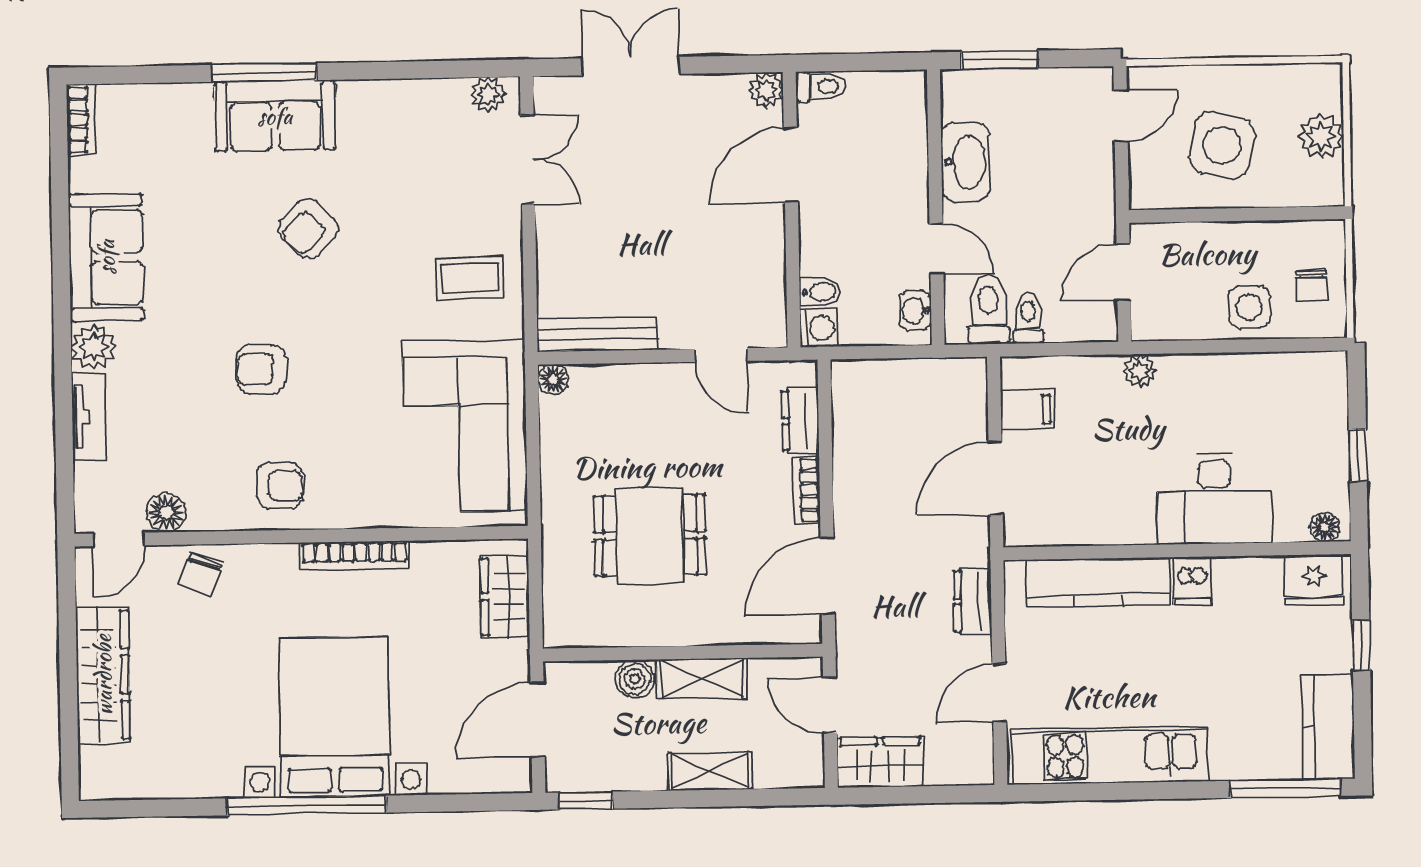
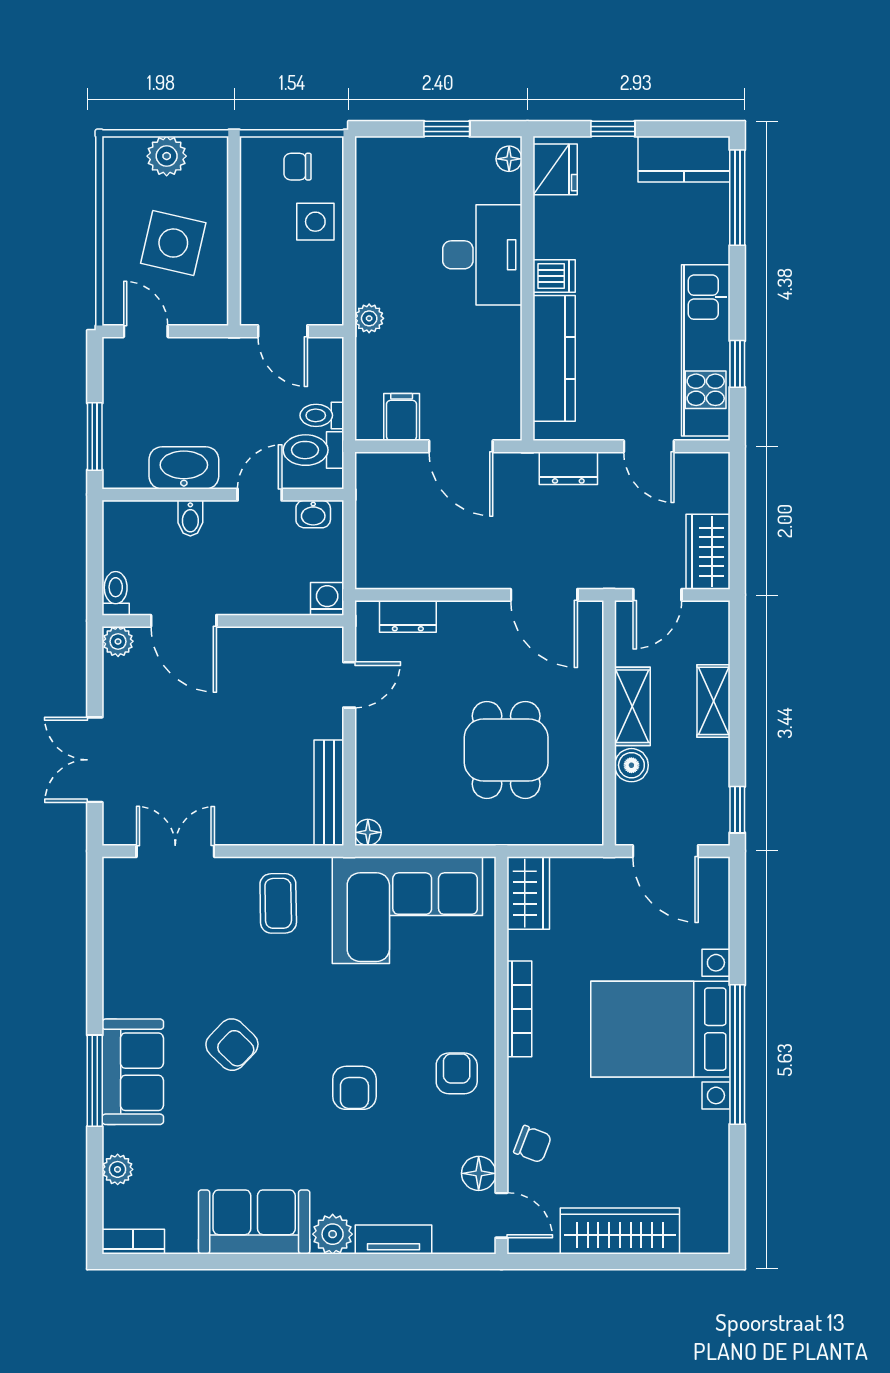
plant: (488, 95) -> (118, 1169), moved
chair: (1312, 286) -> (298, 167), turned 180
bidet: (820, 292) -> (190, 518), moved, turned 180
bookcase: (806, 490) -> (469, 612), removed
wardrobe: (505, 597) -> (528, 893), moved, turned -90
window: (1095, 792) -> (737, 364), added

